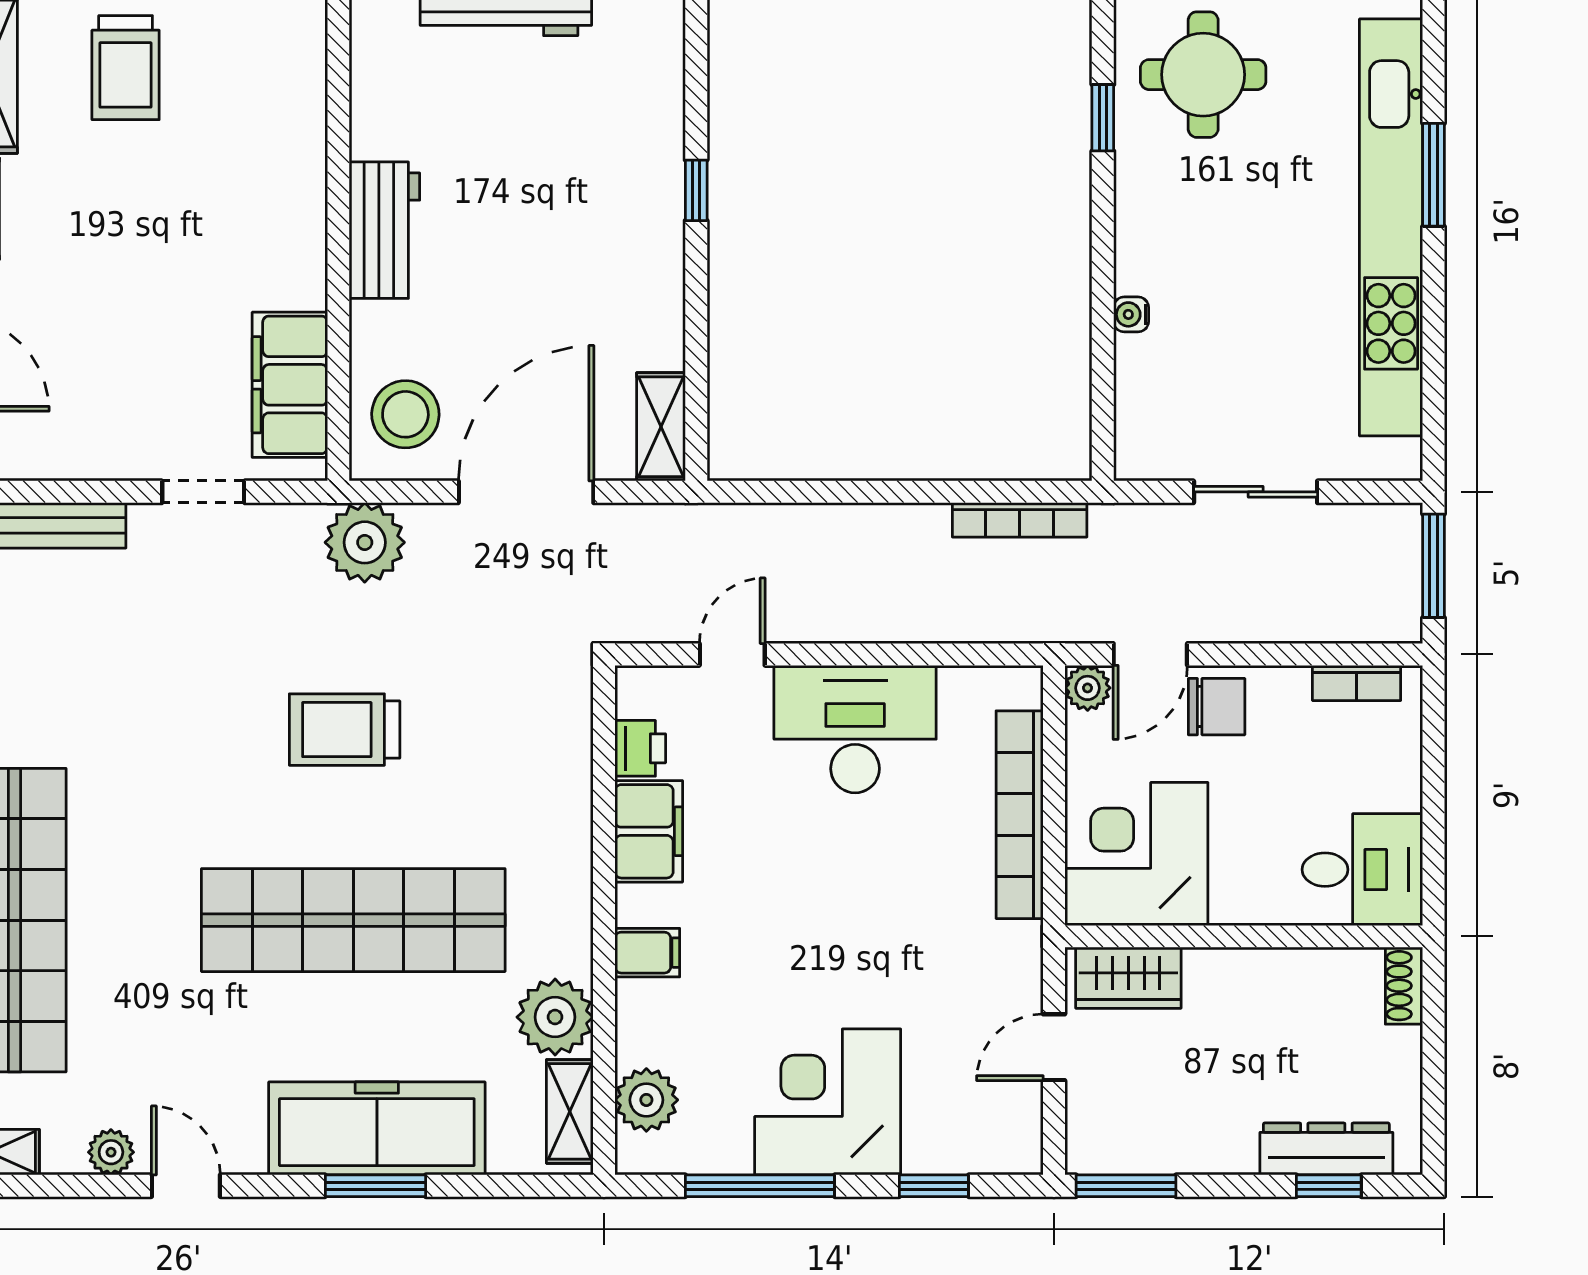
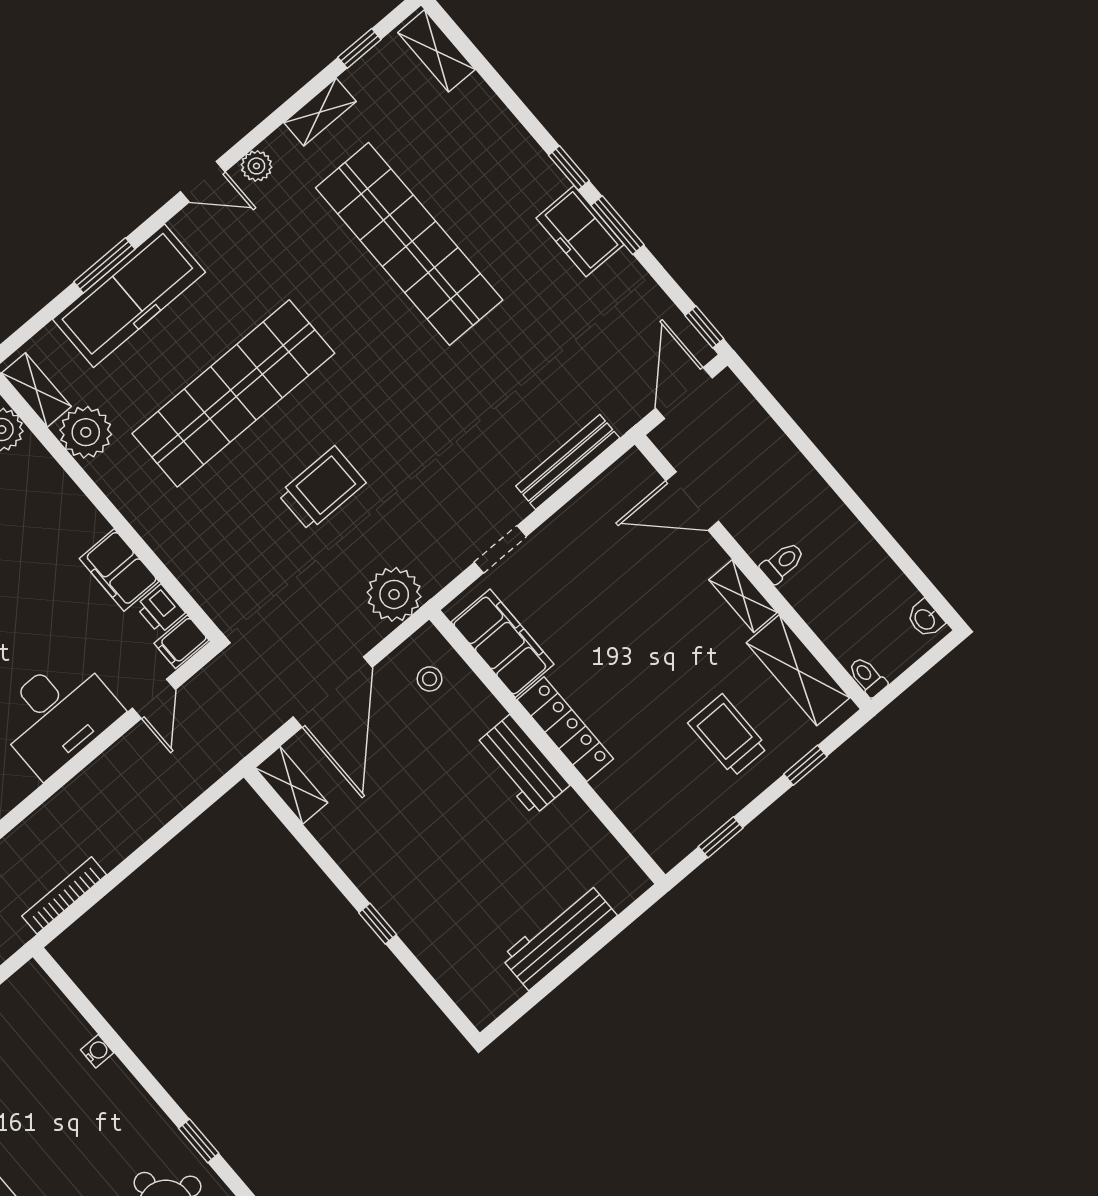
locker: (301, 229) -> (565, 729), added
stool: (405, 414) -> (430, 679), width x0.53, depth x0.53
filing cabinet: (647, 953) -> (182, 642), moved

